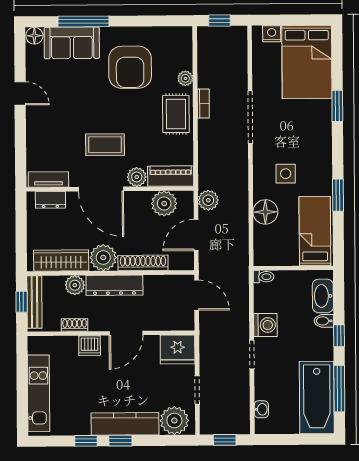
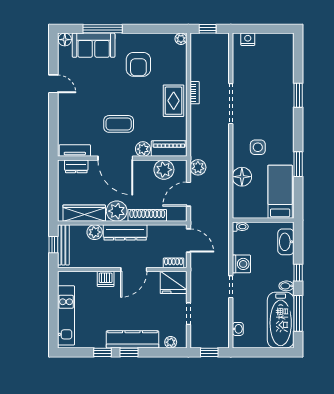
bed: (307, 62) -> (275, 61), removed
armchair: (130, 67) -> (138, 64), width x0.73, depth x0.73
plant: (185, 78) -> (181, 39), moved
bidet: (324, 321) -> (286, 286), moved
shoe rack: (75, 325) -> (174, 263), moved
plant: (174, 421) -> (171, 342), width x0.53, depth x0.53

